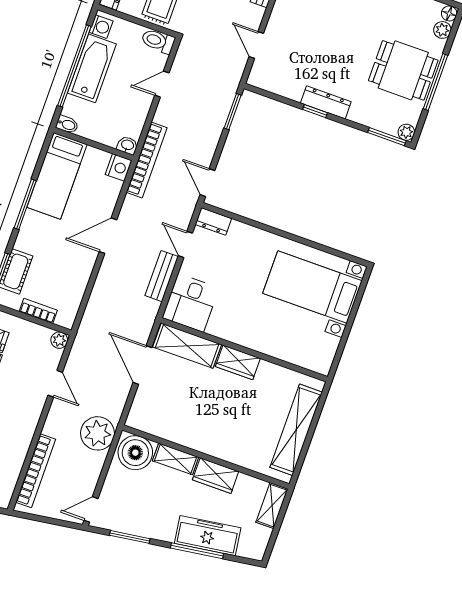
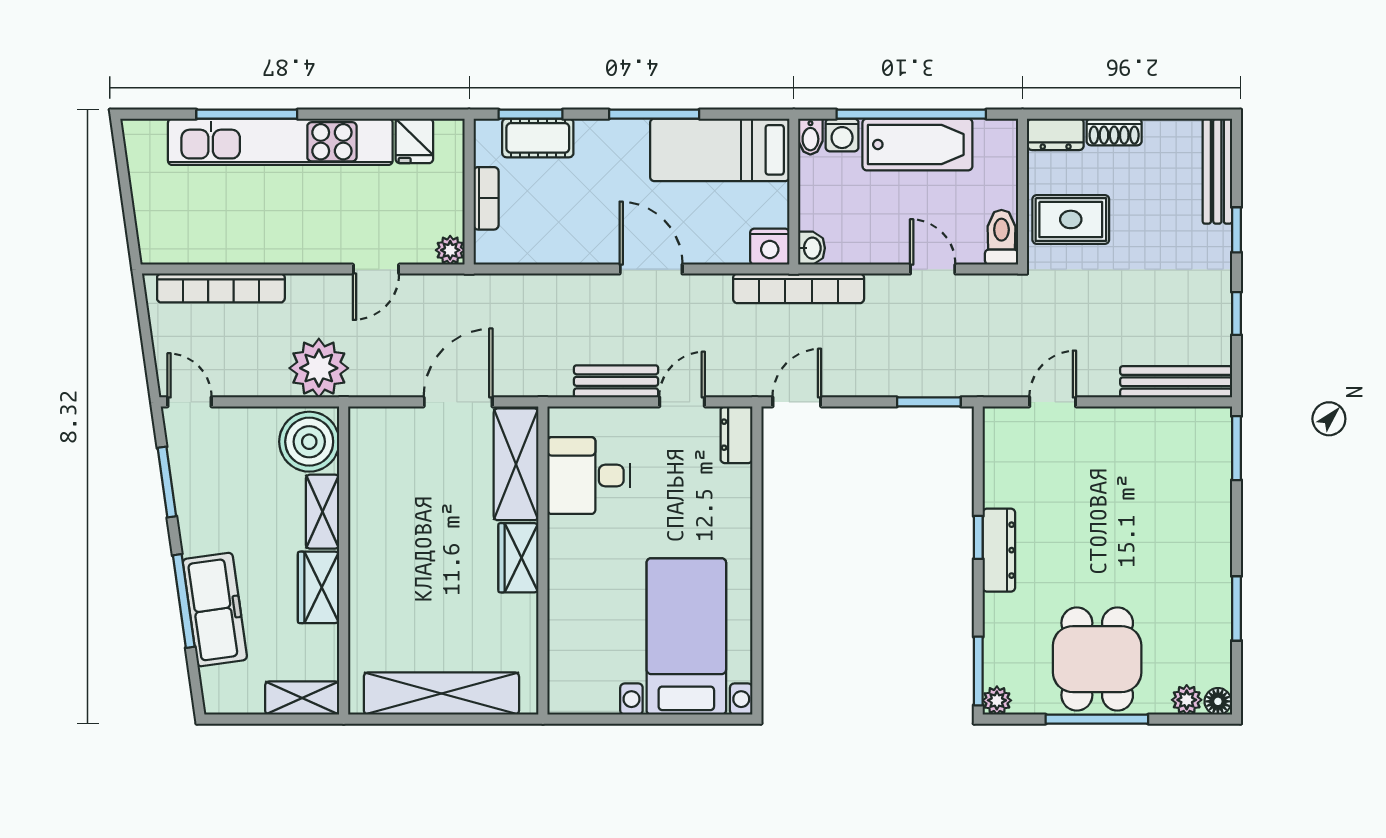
washing machine: (101, 27) -> (842, 135), moved
desk: (191, 303) -> (589, 476), moved

